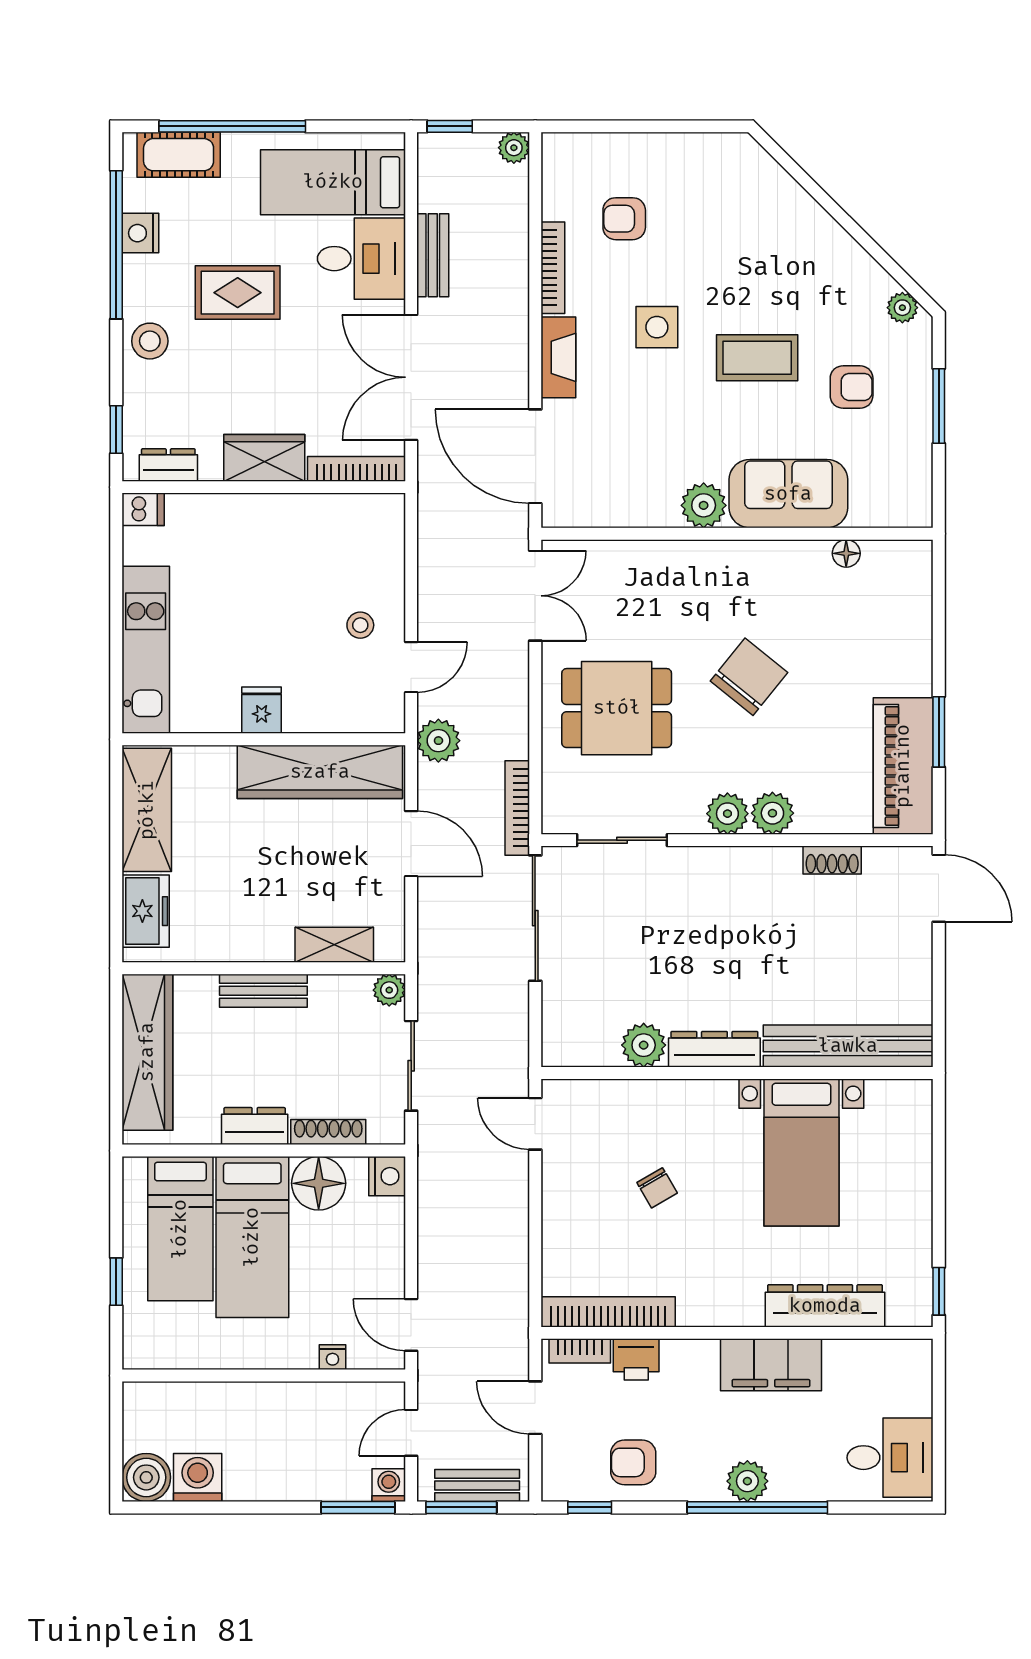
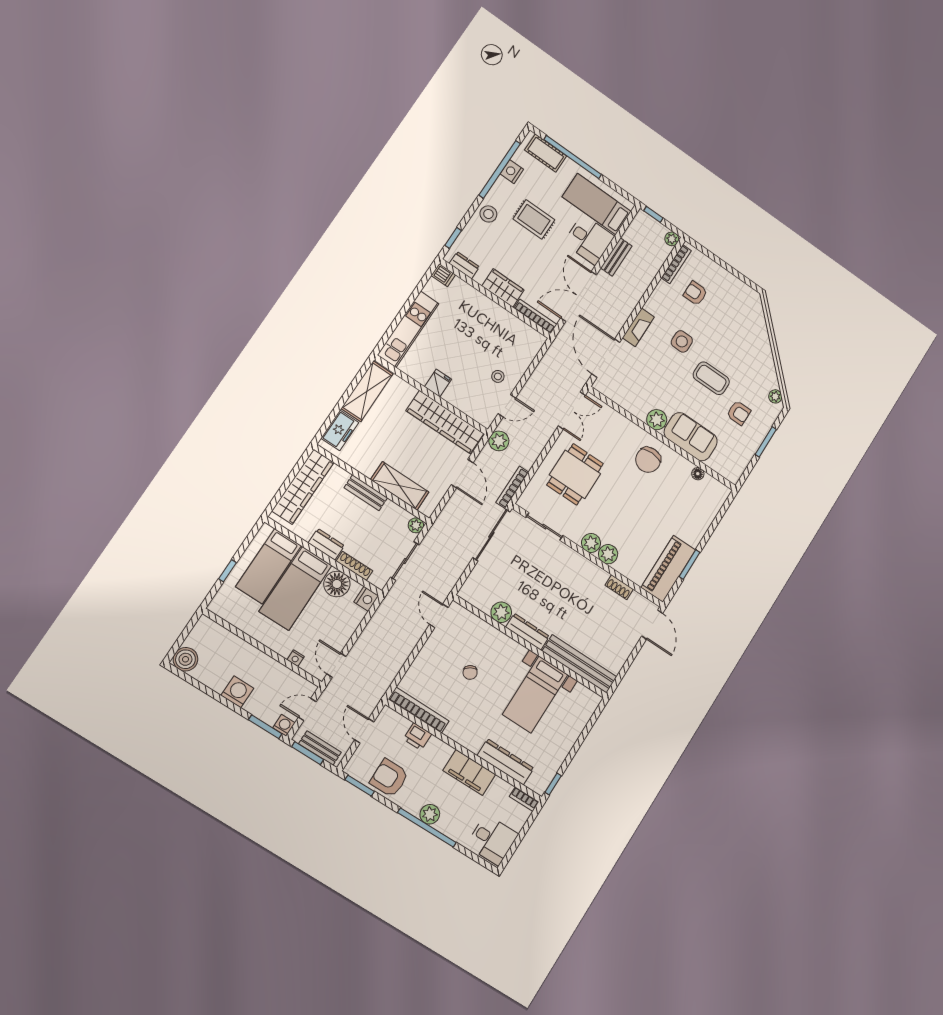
bookcase: (553, 268) -> (676, 264), moved
chair: (749, 677) -> (648, 460), moved, turned 141
dining table: (617, 708) -> (575, 474), turned 90
shelving: (334, 945) -> (400, 486), width x1.50, depth x1.33
bookcase: (580, 1351) -> (524, 799), moved
armchair: (633, 1462) -> (389, 778), width x1.38, depth x1.38
washing machine: (198, 1478) -> (237, 692), moved
window: (590, 1507) -> (360, 786), width x1.50

